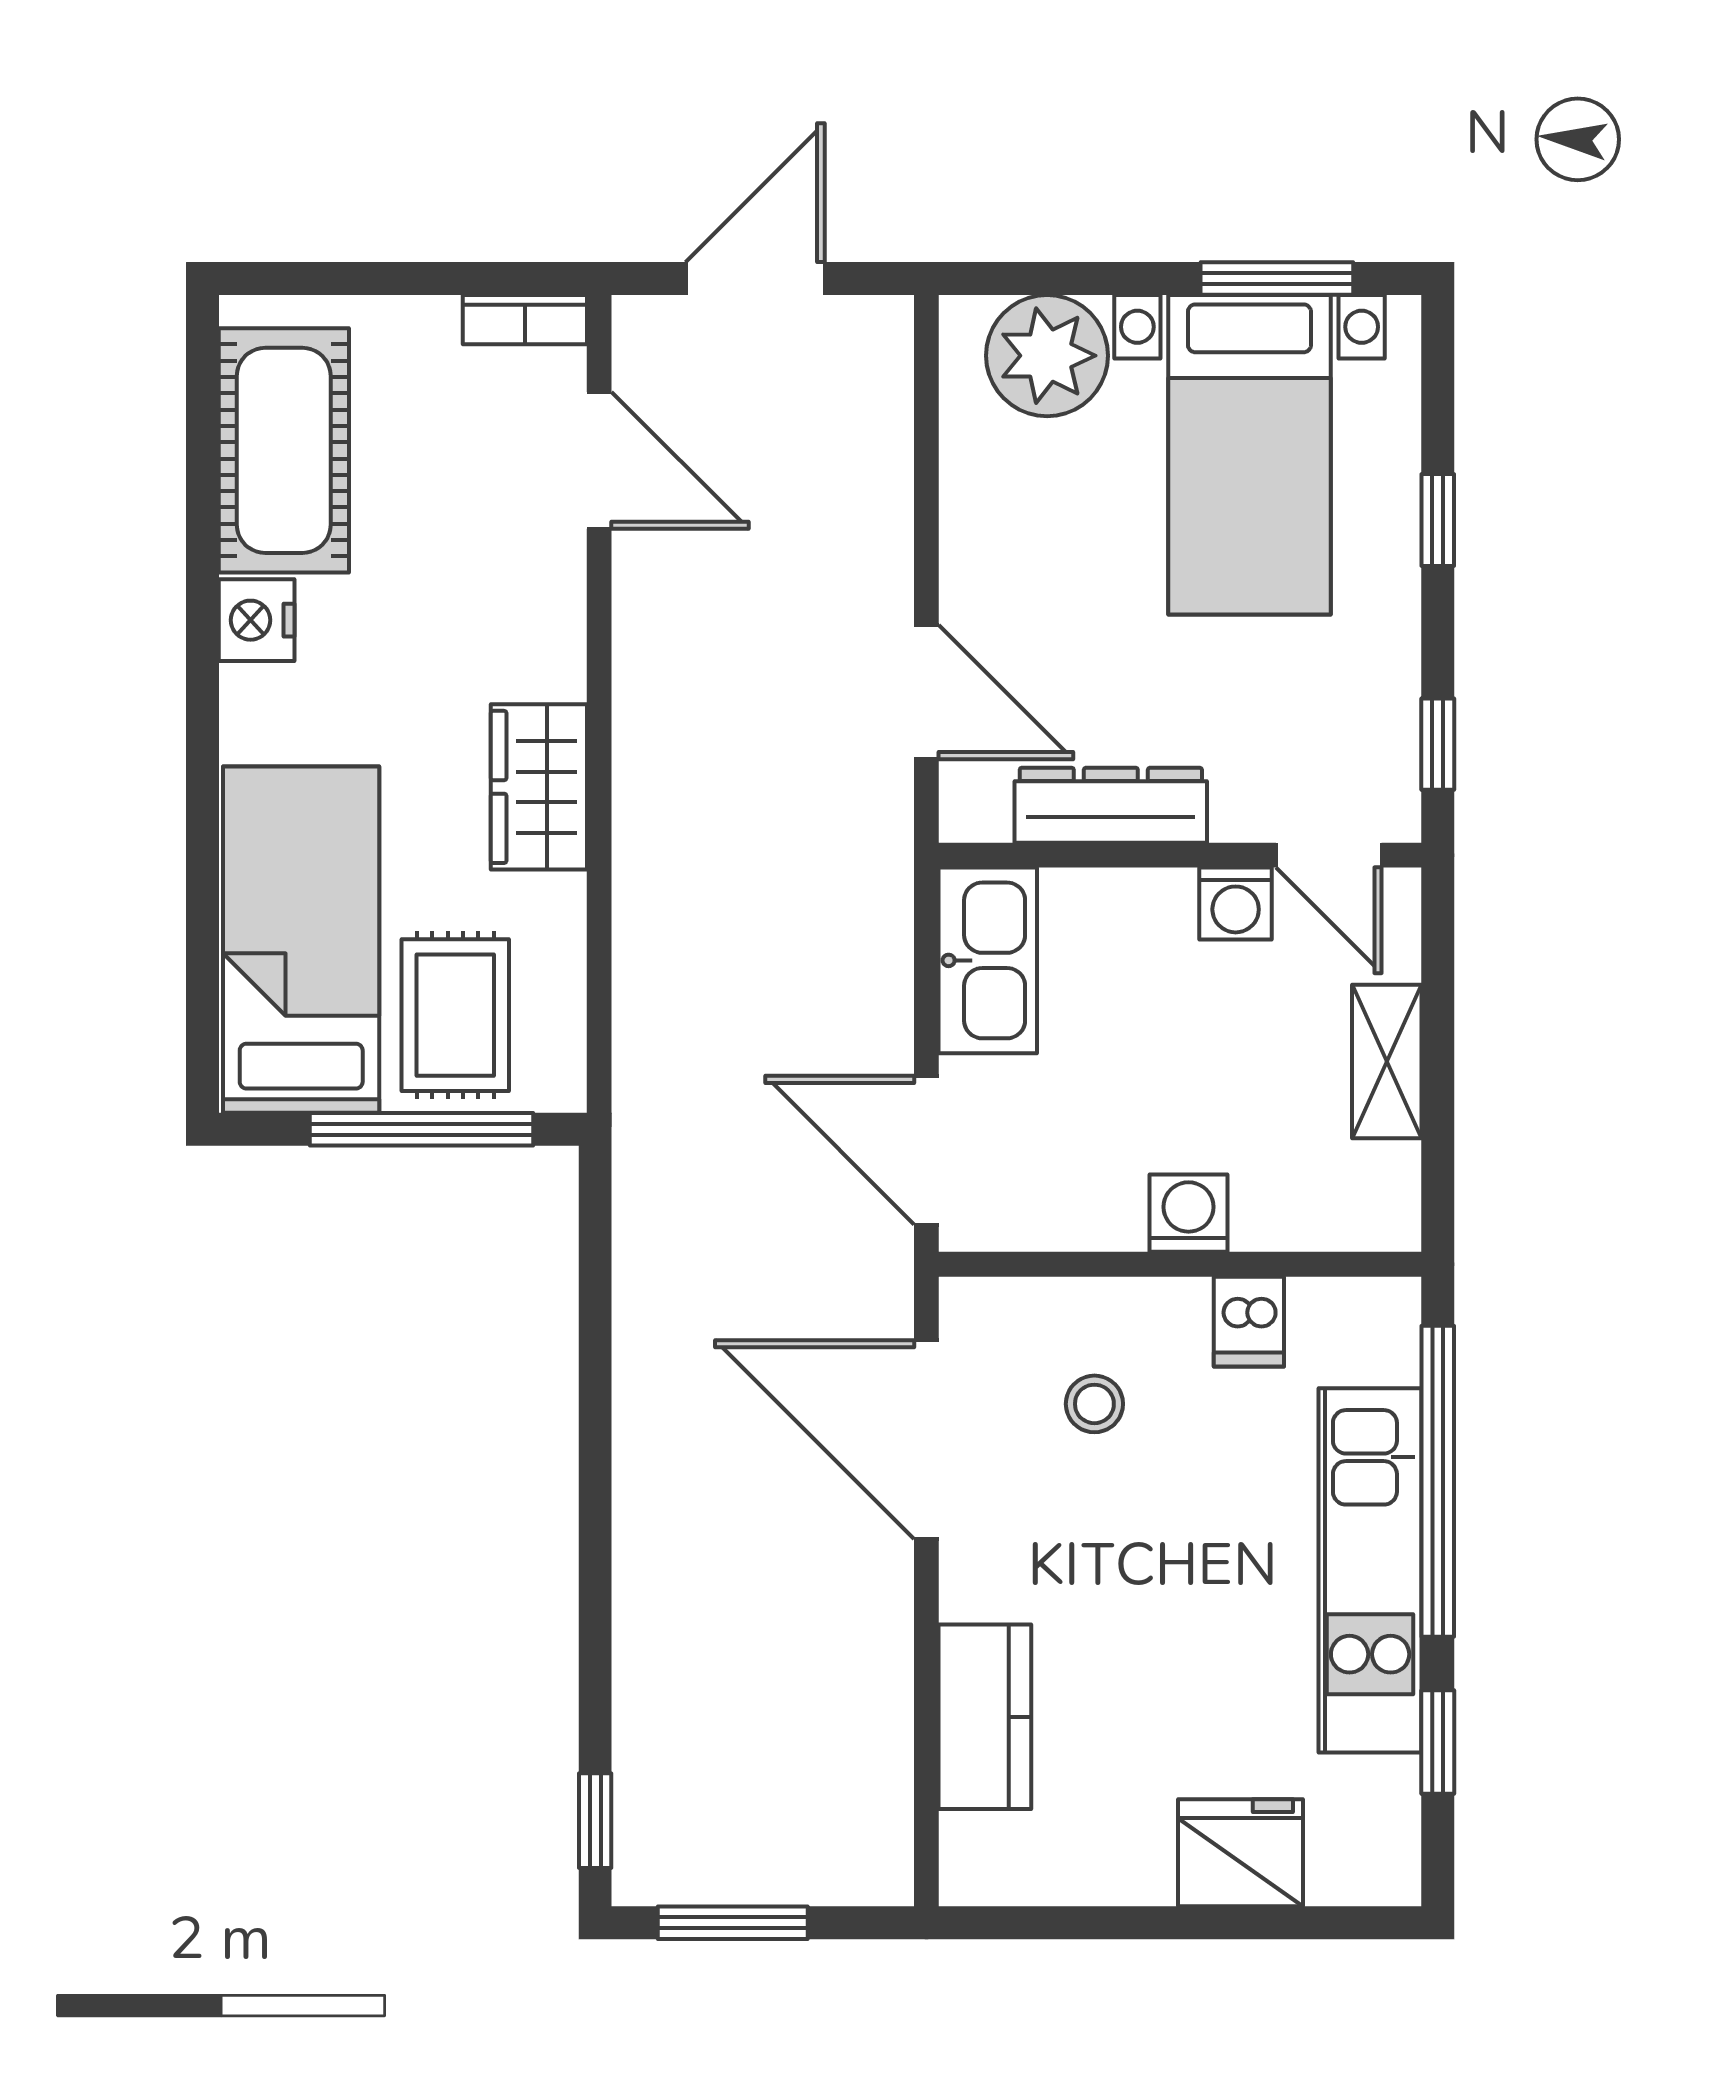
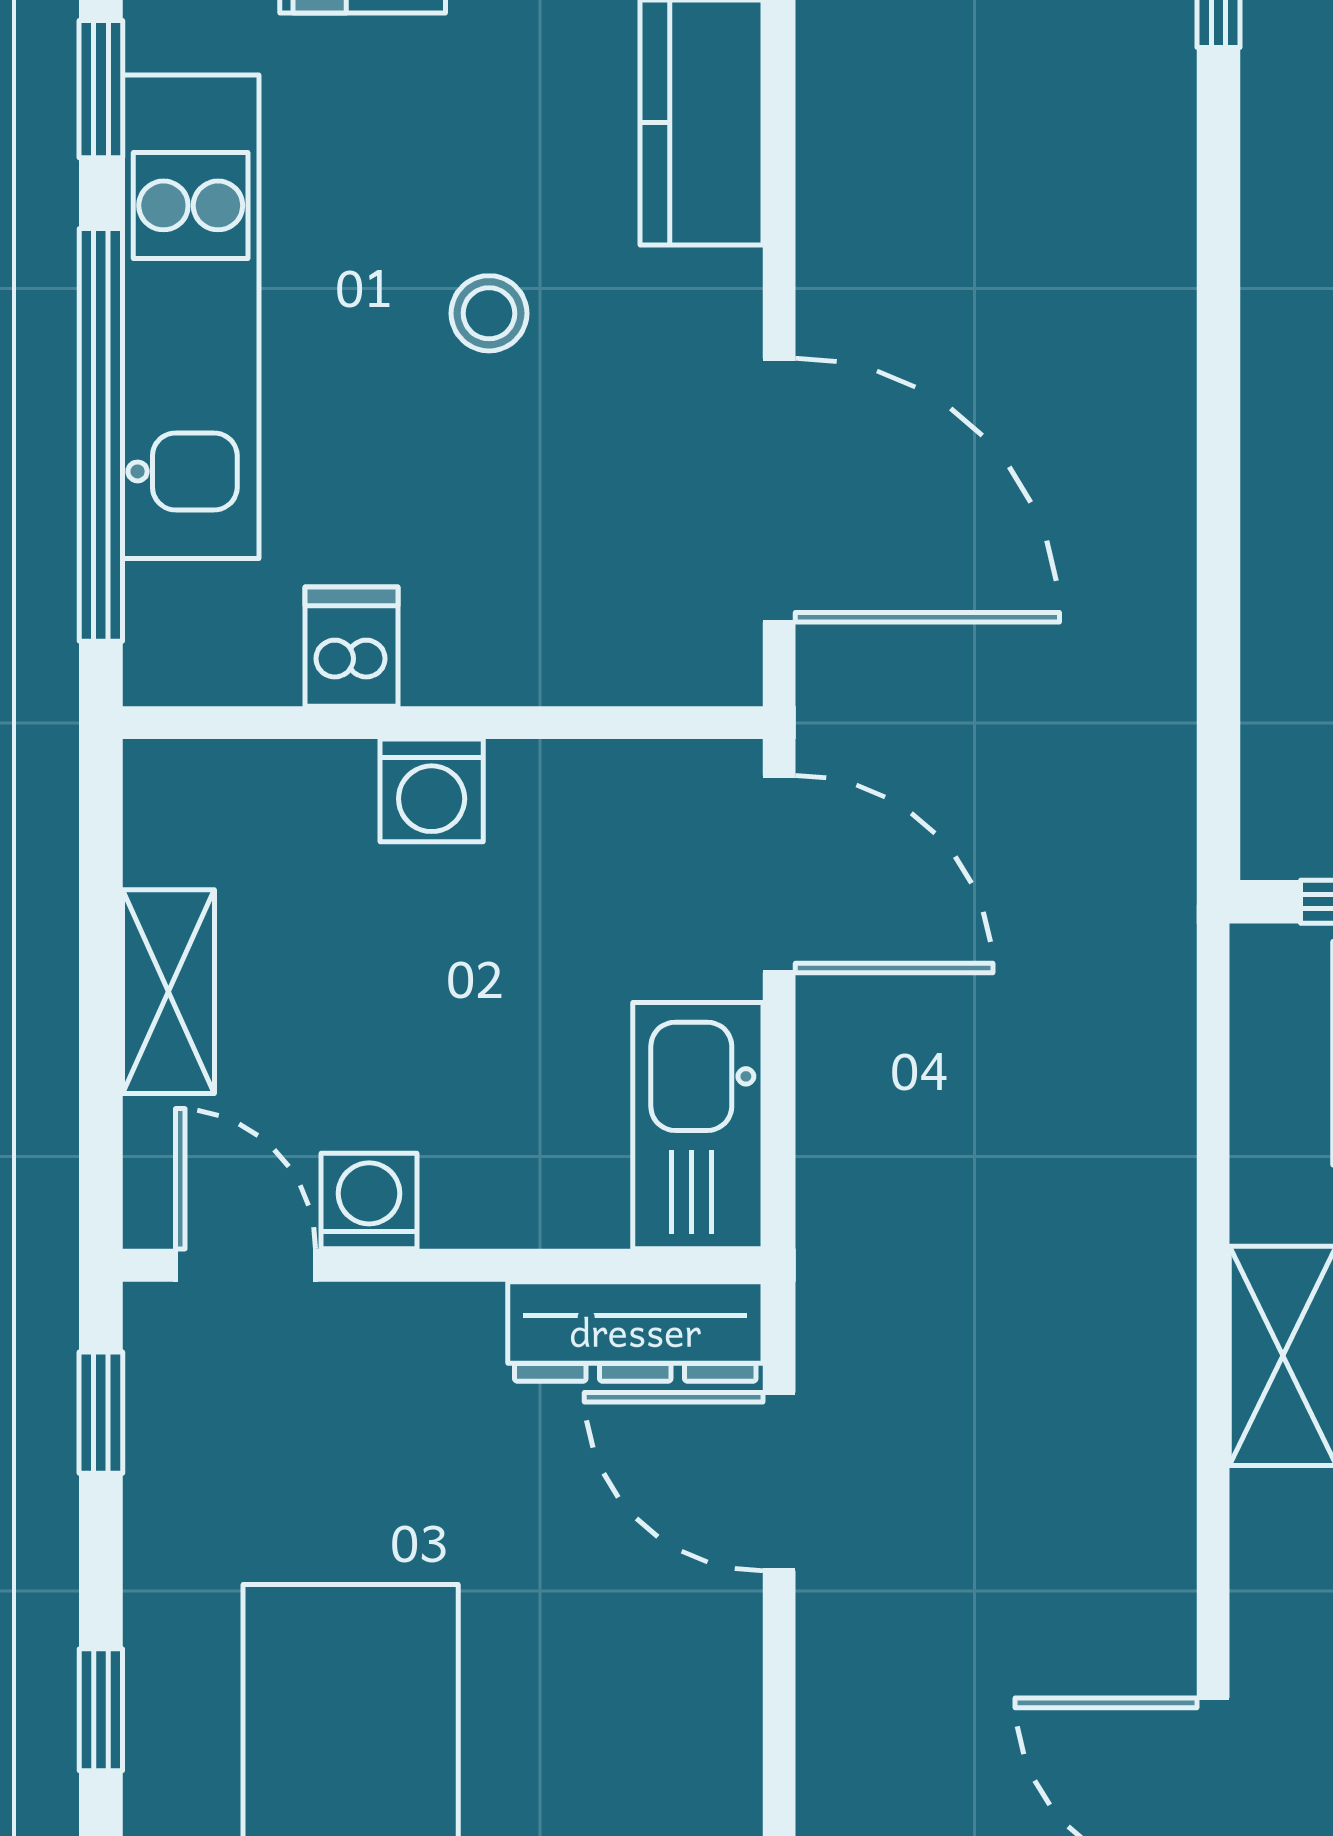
dresser: (1111, 805) -> (635, 1331), moved
stool: (1094, 1404) -> (489, 313), moved

